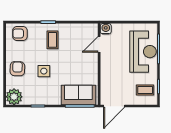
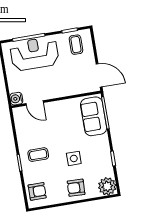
armchair: (20, 34) -> (37, 191), turned -90

